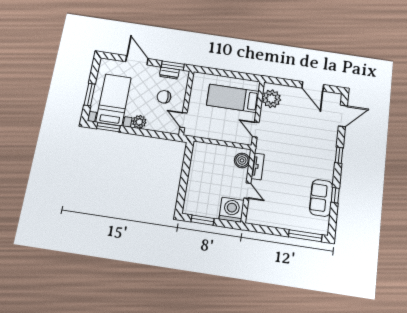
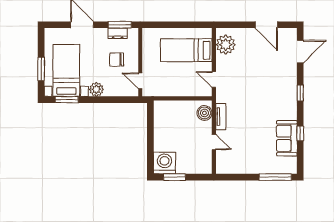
washing machine: (232, 210) -> (164, 163), moved

